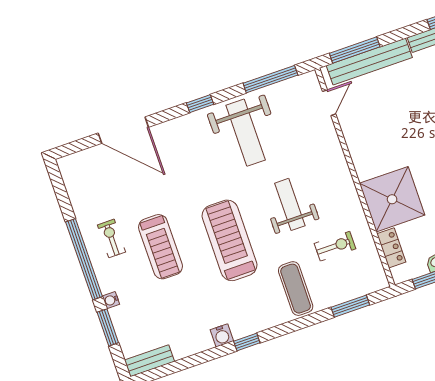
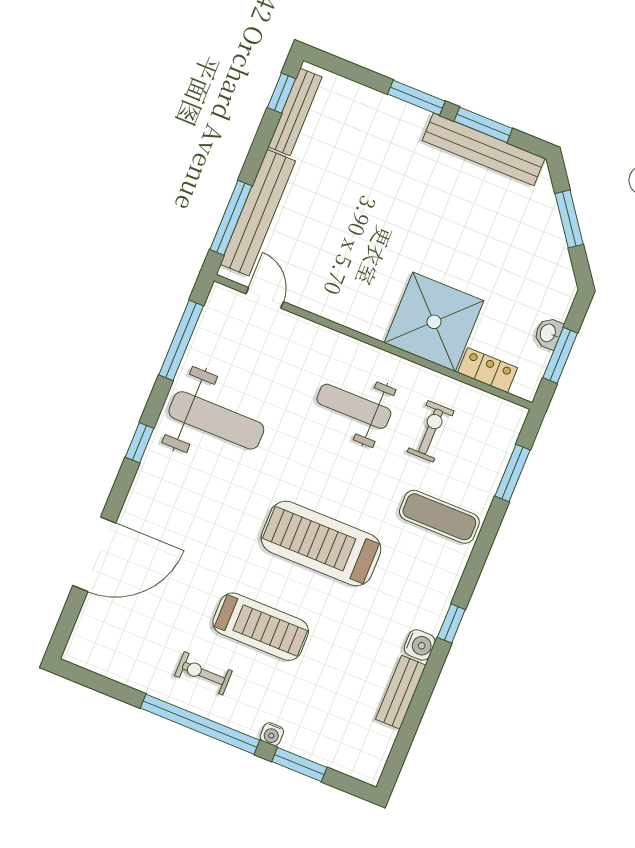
weight bench: (290, 204) -> (354, 406), moved
bench: (150, 361) -> (401, 692), moved

